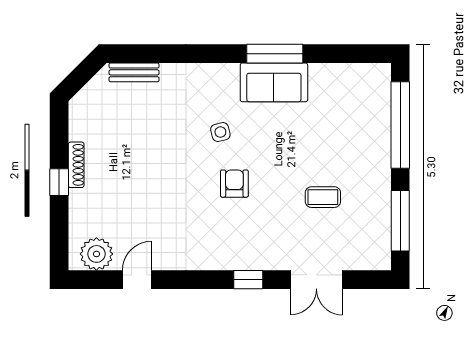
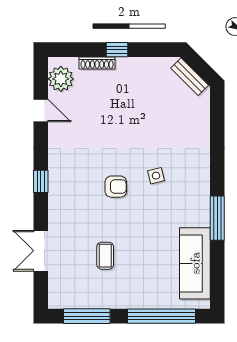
bench: (134, 72) -> (190, 77), moved, turned -45
sofa: (274, 82) -> (195, 263), moved, width x1.36
shoe rack: (76, 165) -> (97, 63), moved
window: (248, 280) -> (41, 181), moved

